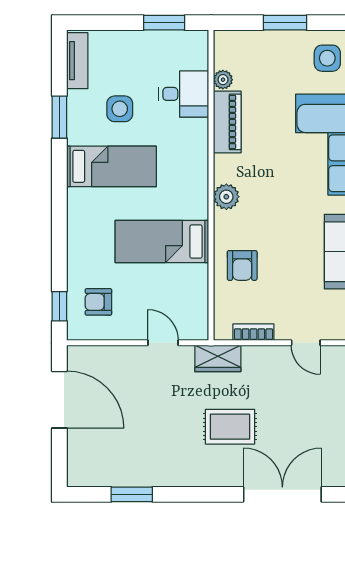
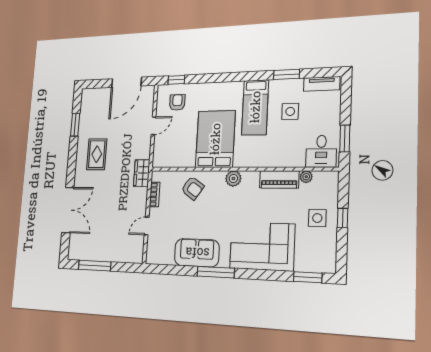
window: (285, 23) -> (343, 218), width x0.67
side table: (327, 58) -> (317, 218), moved
desk: (184, 94) -> (321, 151), moved
bed: (162, 241) -> (215, 139), width x1.50
armchair: (242, 265) -> (193, 188), turned -145
door: (163, 343) -> (153, 126), moved
rug: (230, 427) -> (97, 154), moved

